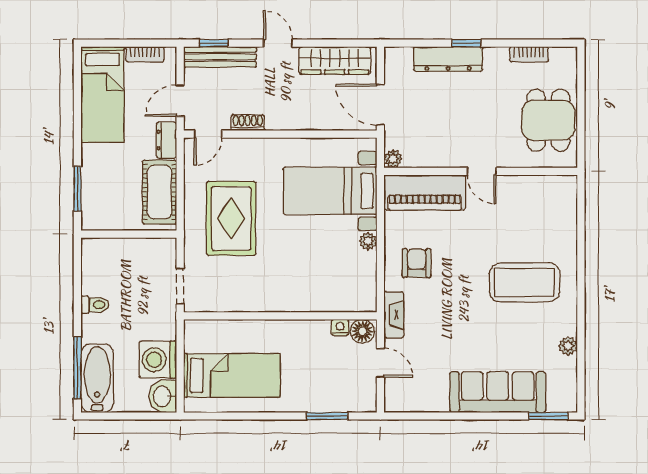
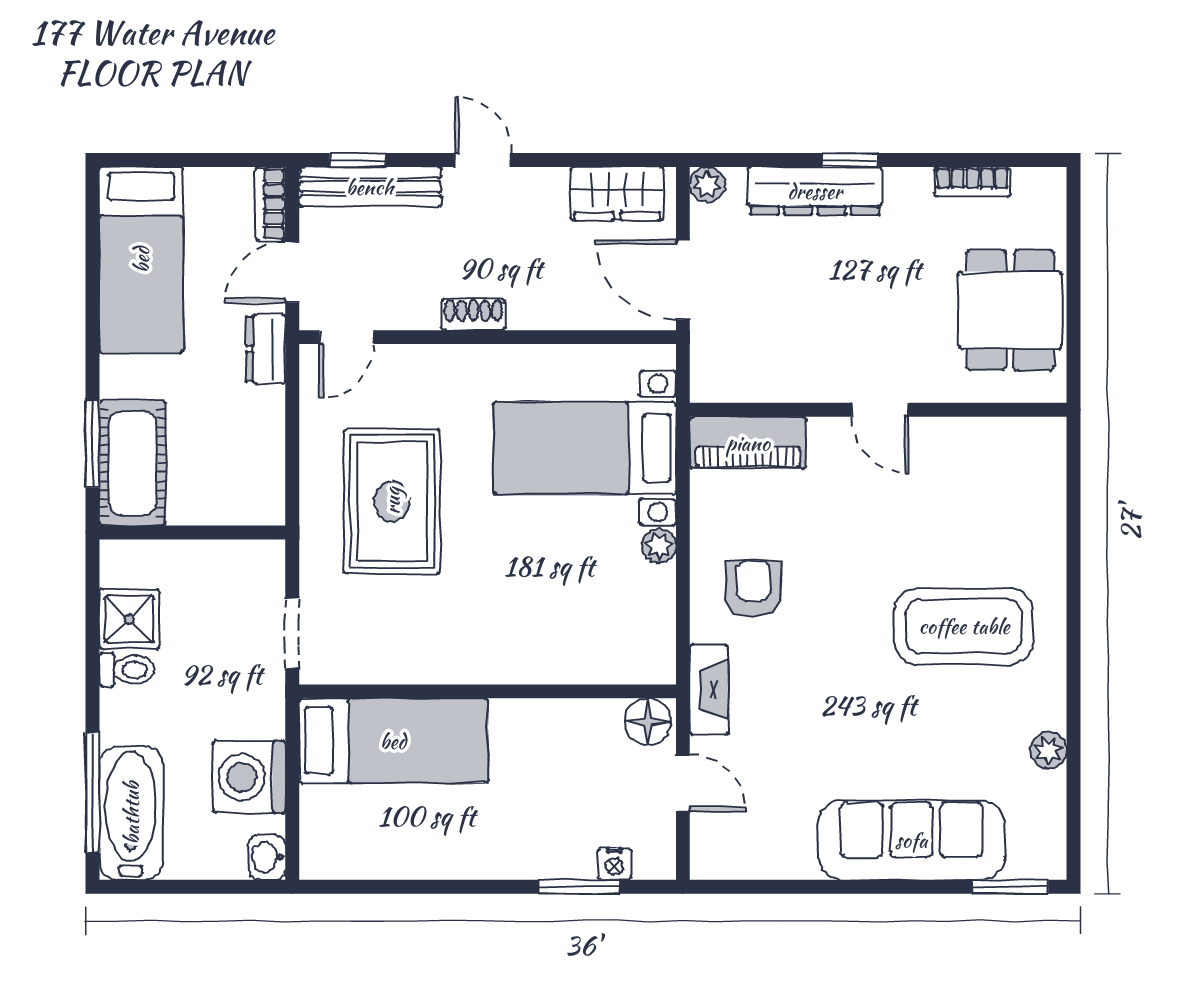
bookcase: (145, 54) -> (271, 204), moved, turned 90
wardrobe: (335, 60) -> (617, 194), width x0.67
shoe rack: (248, 122) -> (473, 315), moved
plant: (393, 159) -> (707, 184), moved
cot: (159, 192) -> (133, 463), moved
piano: (425, 193) -> (748, 443), width x0.73, depth x0.75
shower: (96, 279) -> (129, 619), added
nightstand: (340, 327) -> (614, 864), moved, turned 180
bed: (232, 375) -> (393, 741), moved
washbasin: (163, 396) -> (267, 857), width x0.72, depth x0.69

